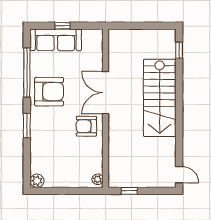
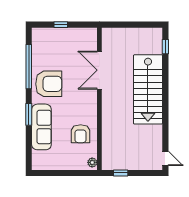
sofa: (56, 40) -> (41, 127), moved, turned -90
double door: (106, 93) -> (99, 70), moved
armchair: (86, 126) -> (81, 134), moved, turned -90
plant: (37, 181) -> (38, 164), removed

